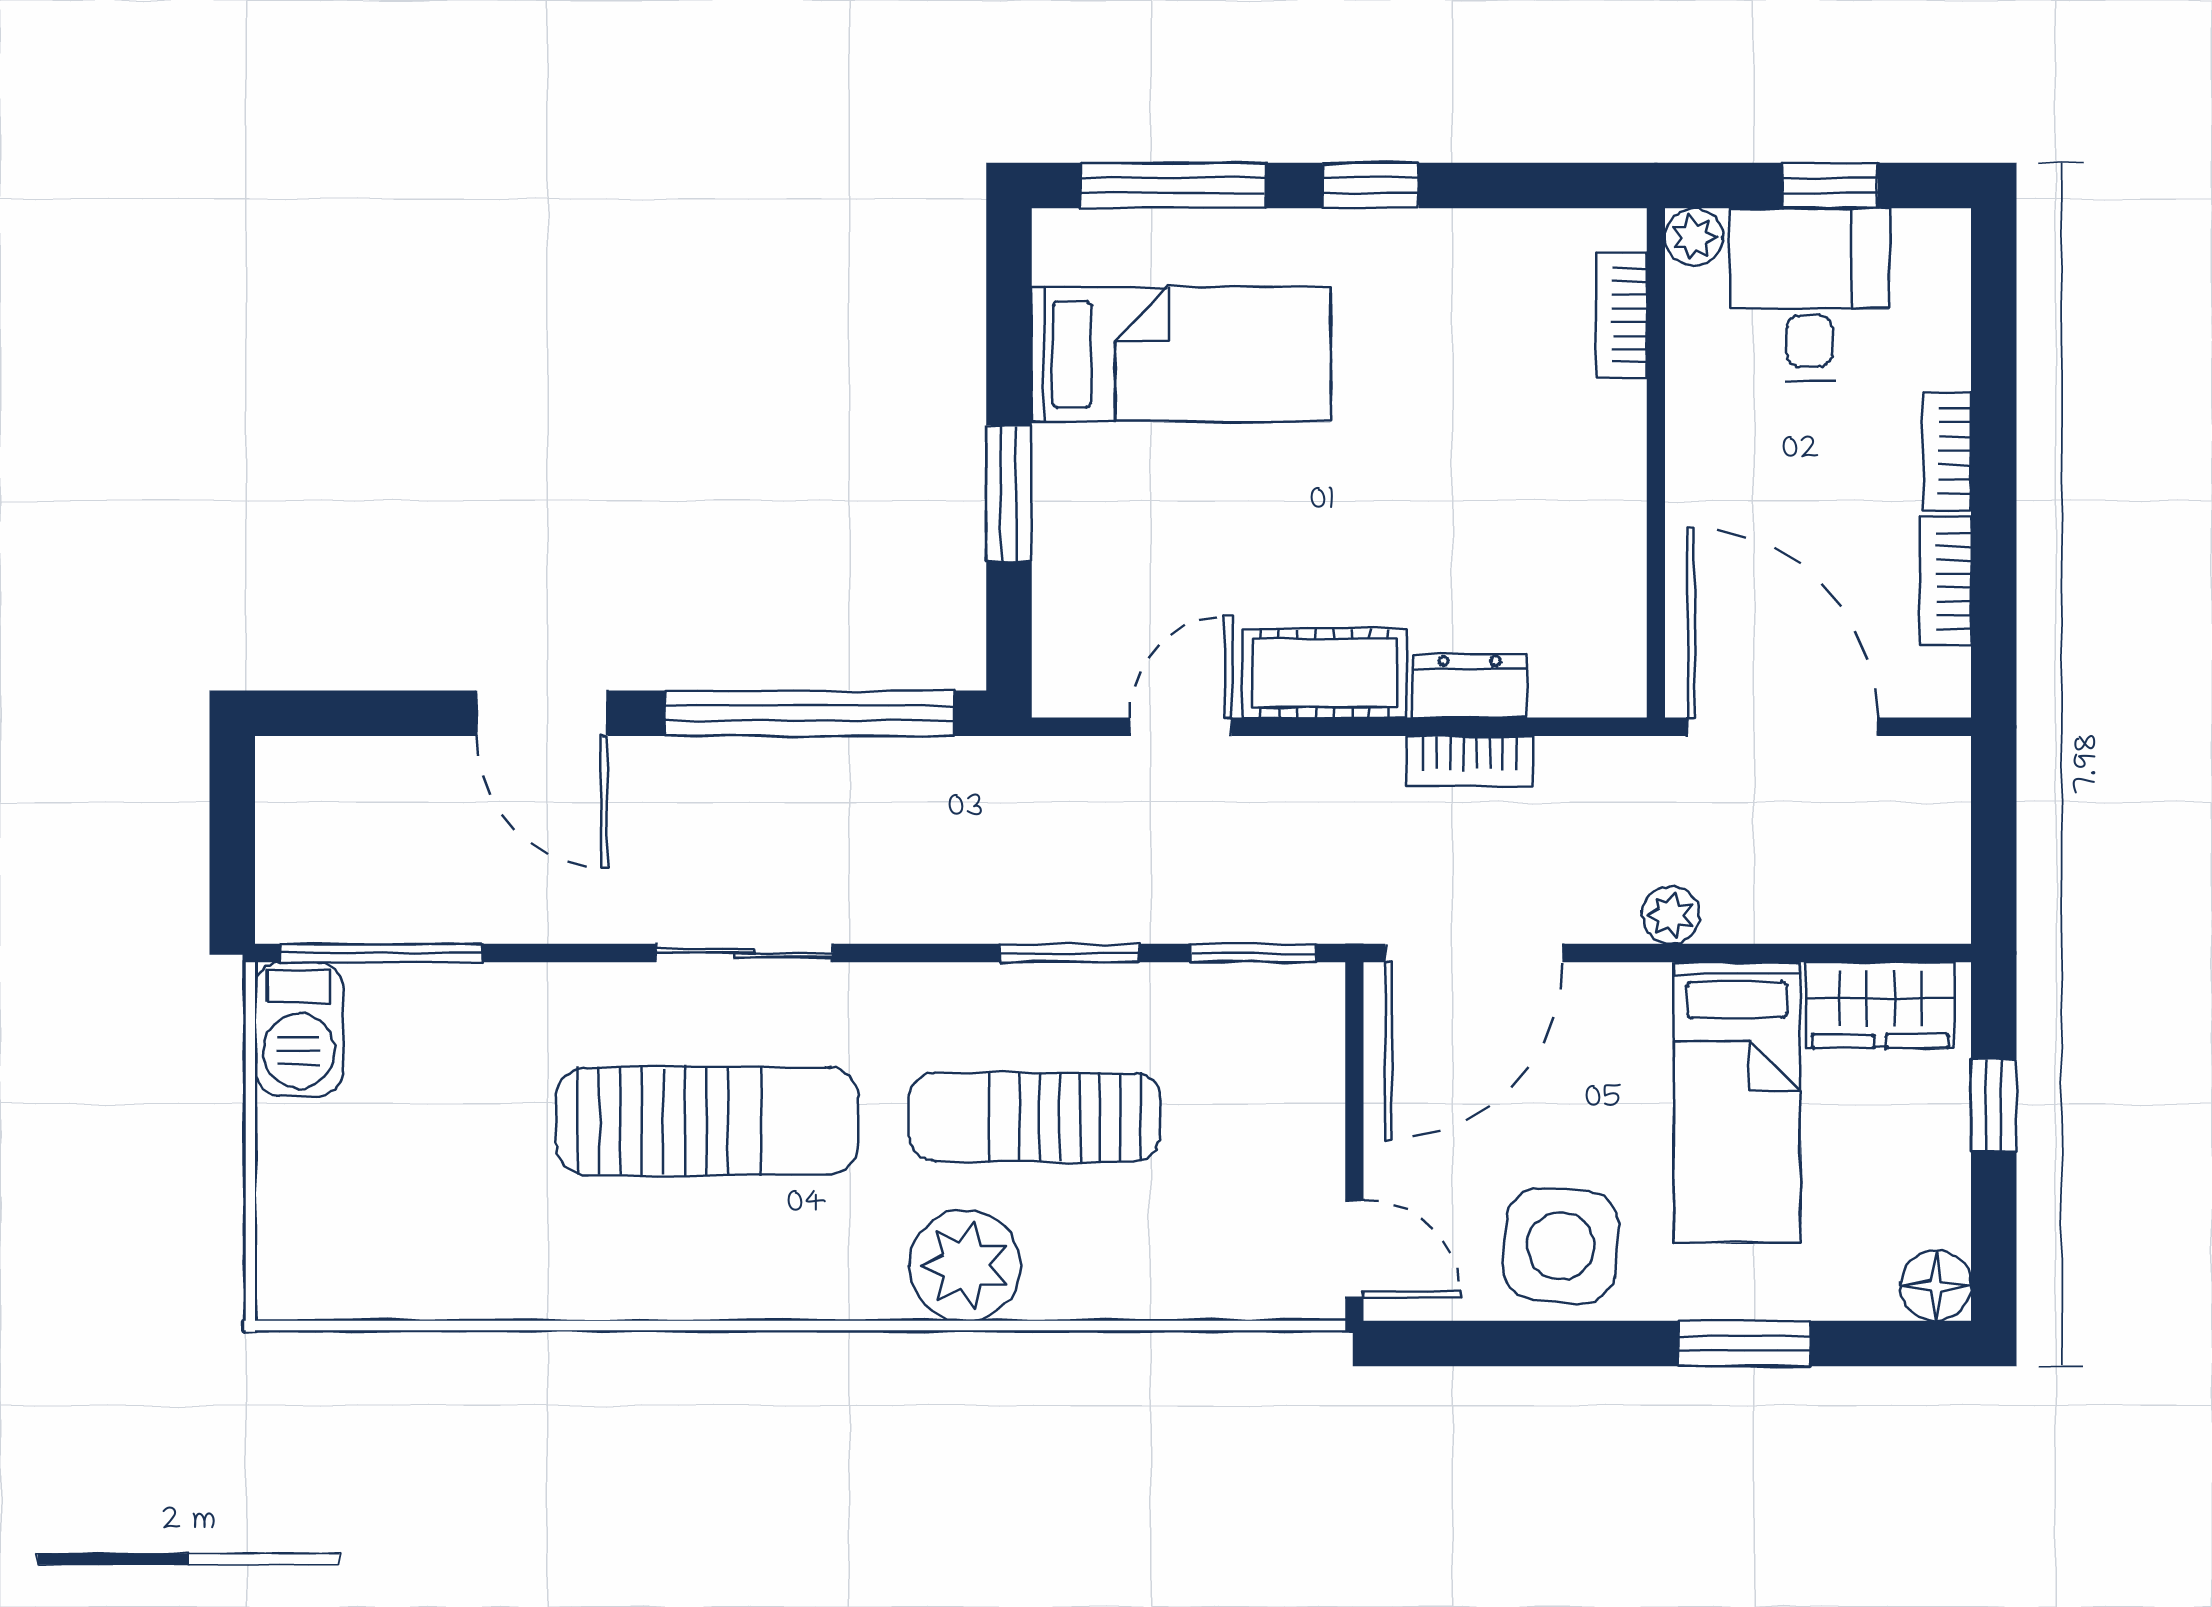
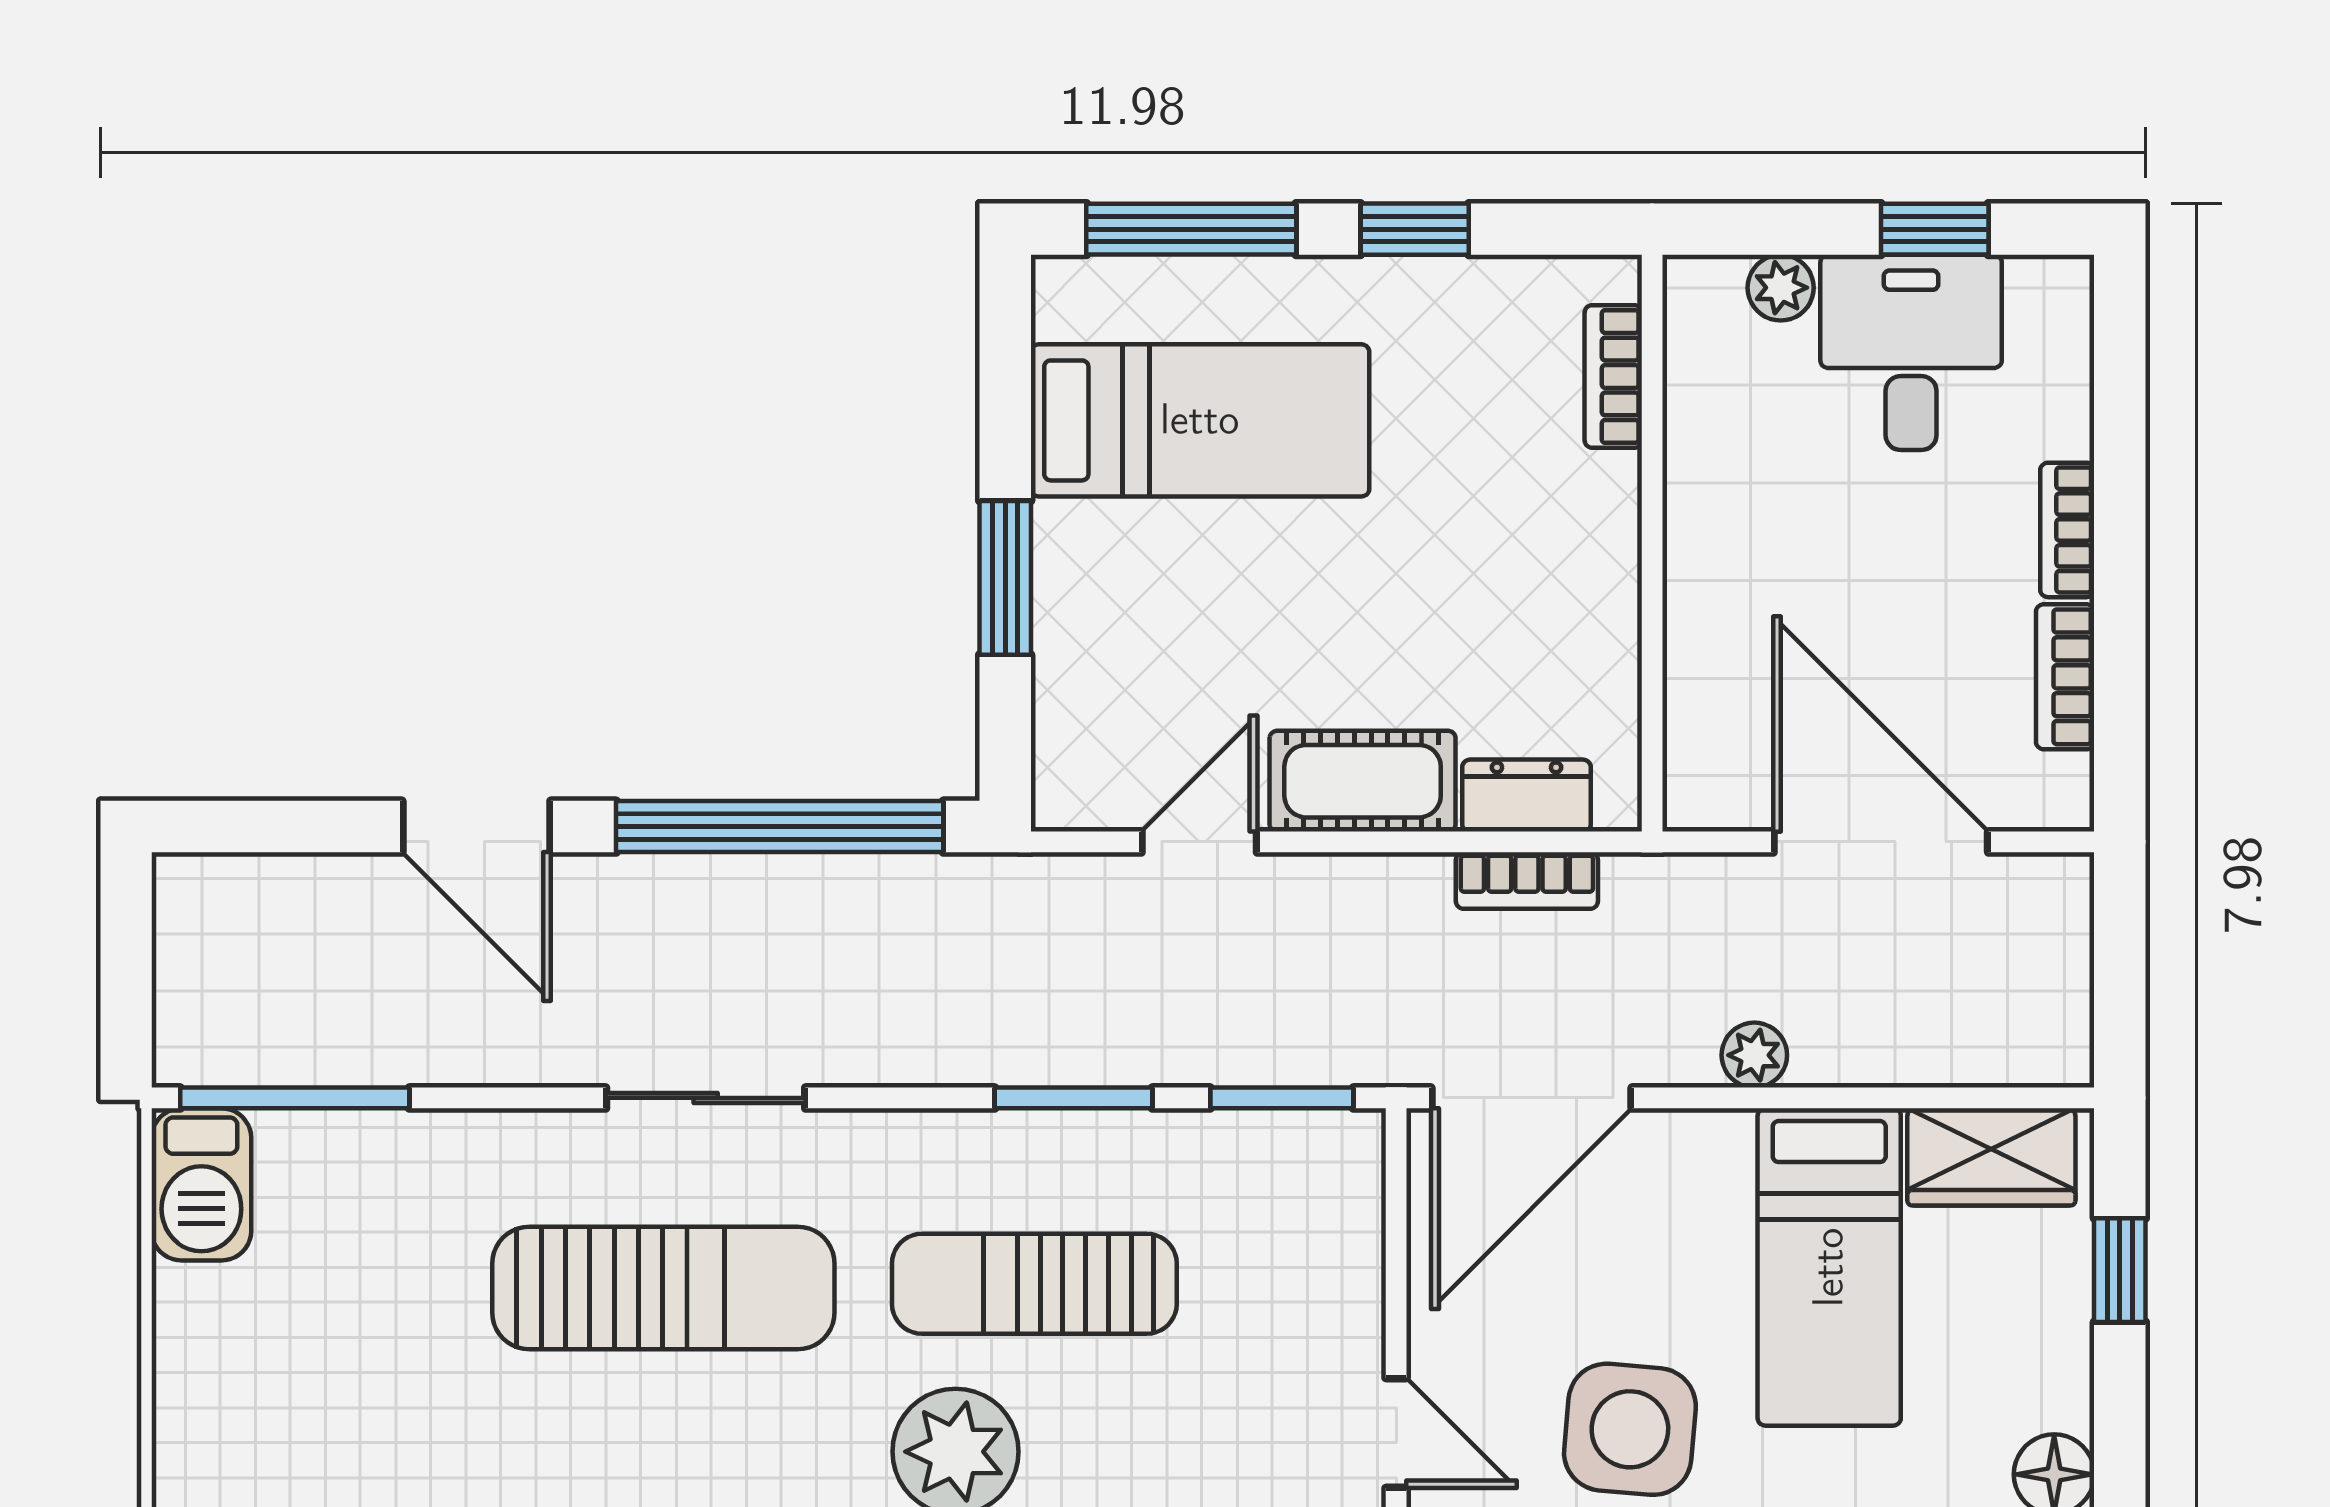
bookcase: (1622, 316) -> (1613, 376), moved
wall: (1656, 463) -> (1652, 543), moved

